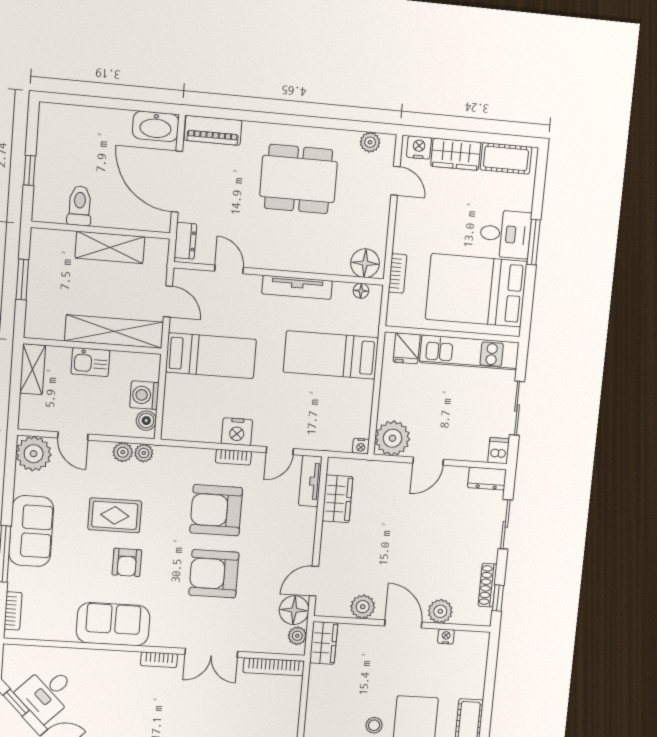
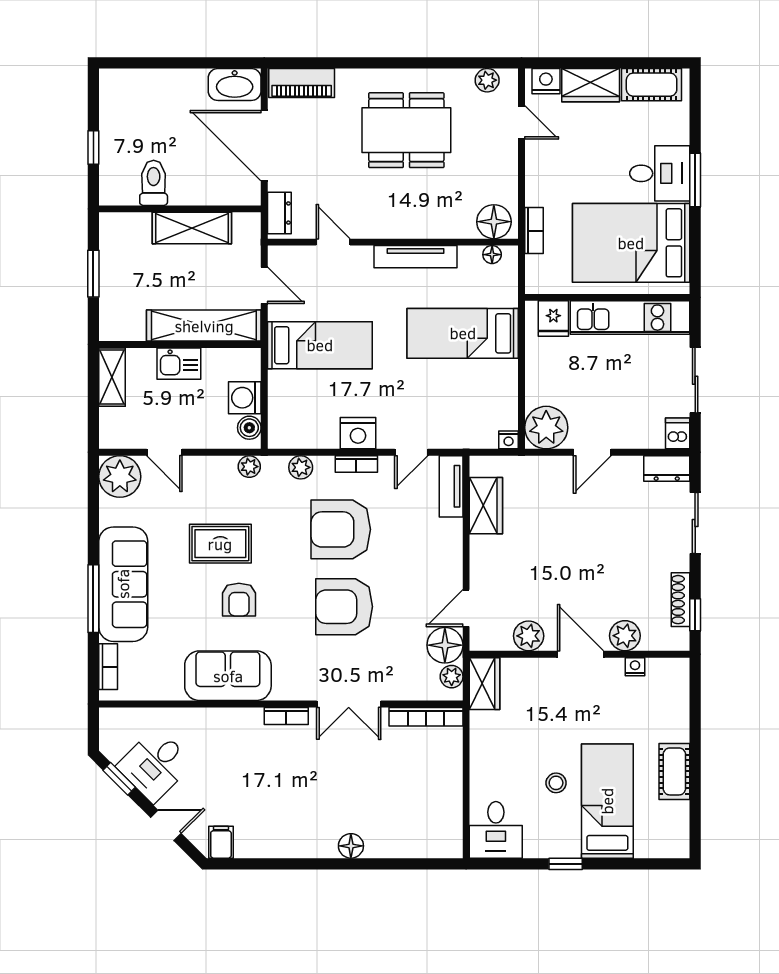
plant: (123, 452) -> (301, 467), moved
sofa: (31, 531) -> (123, 584), width x1.36

